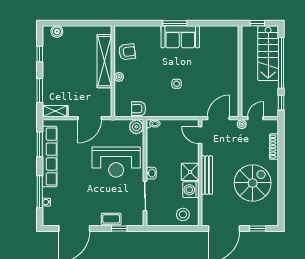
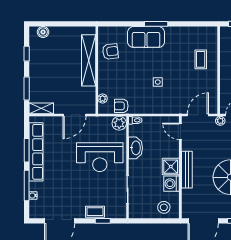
sofa: (180, 37) -> (146, 37), moved
coffee table: (221, 60) -> (201, 59), added
plant: (119, 77) -> (103, 98), moved
window: (40, 144) -> (27, 150), moved
washbasin: (151, 173) -> (136, 148), moved, width x1.91, depth x1.45

